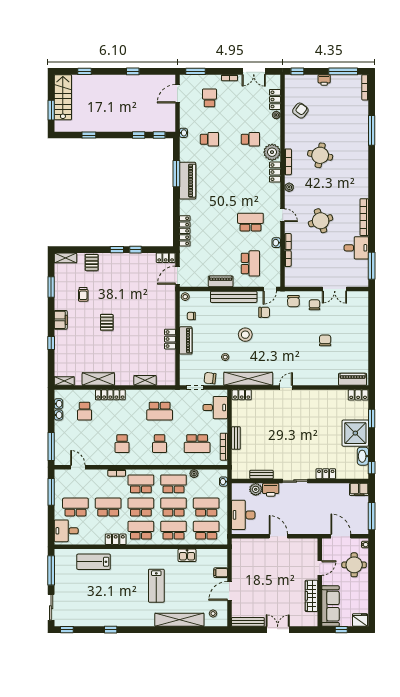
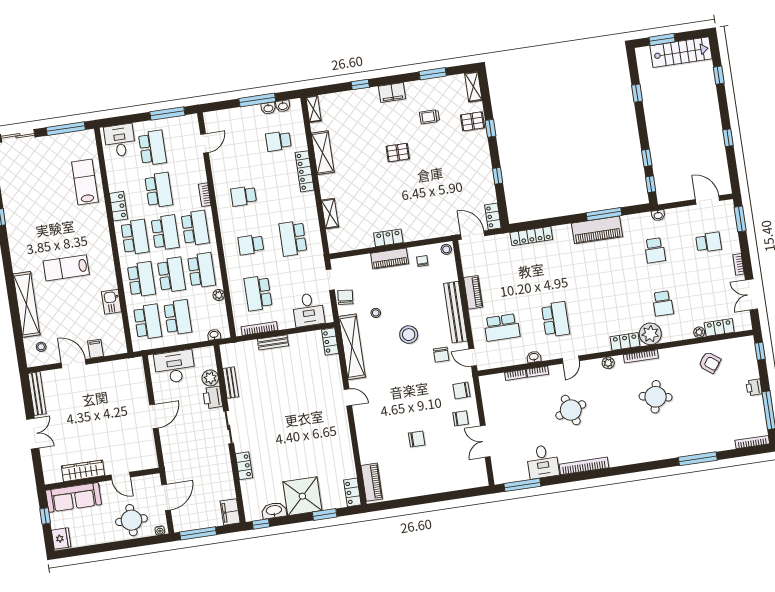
window: (117, 250) -> (490, 128), moved
window: (51, 447) -> (257, 100), moved

